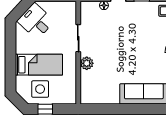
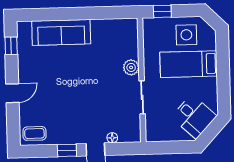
window: (45, 109) -> (162, 11), moved

